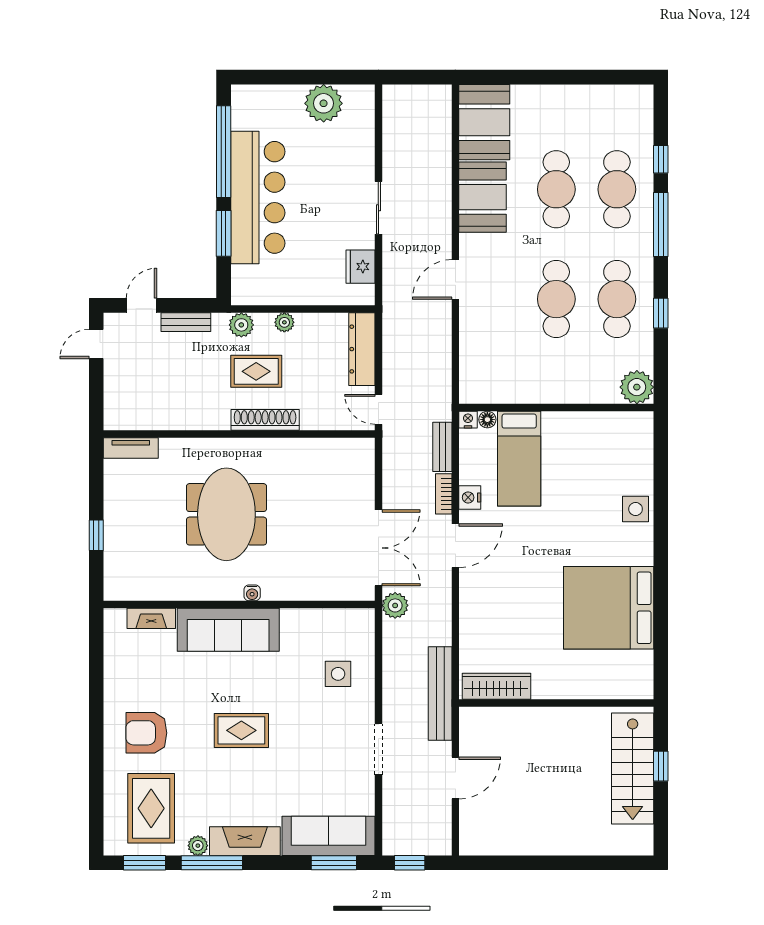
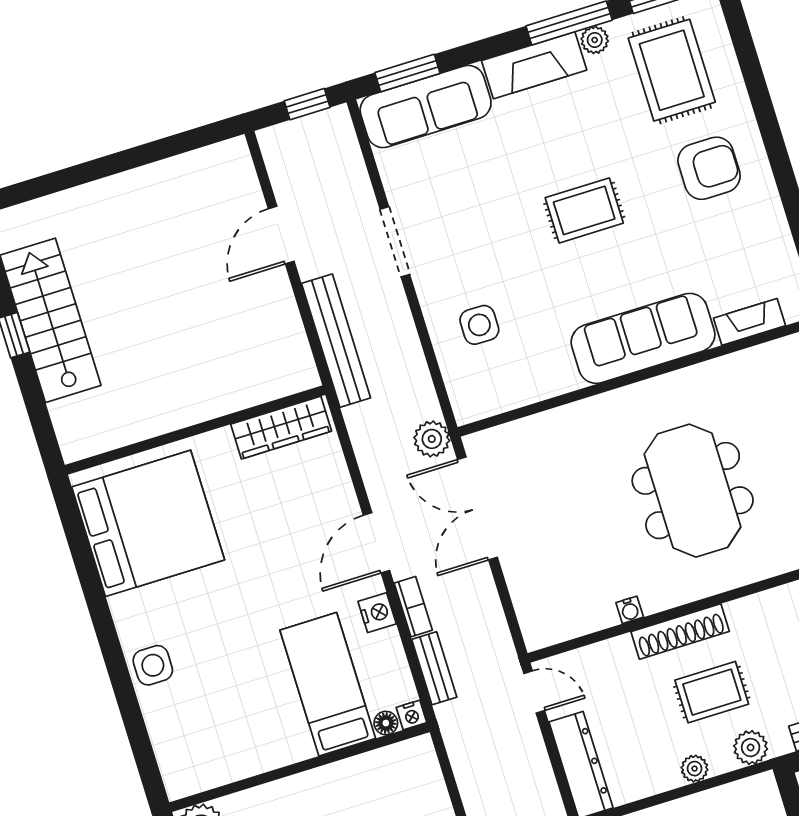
water cooler: (252, 593) -> (630, 610), moved, turned 180
wardrobe: (496, 686) -> (281, 428), moved
wall: (556, 703) -> (195, 430), moved

